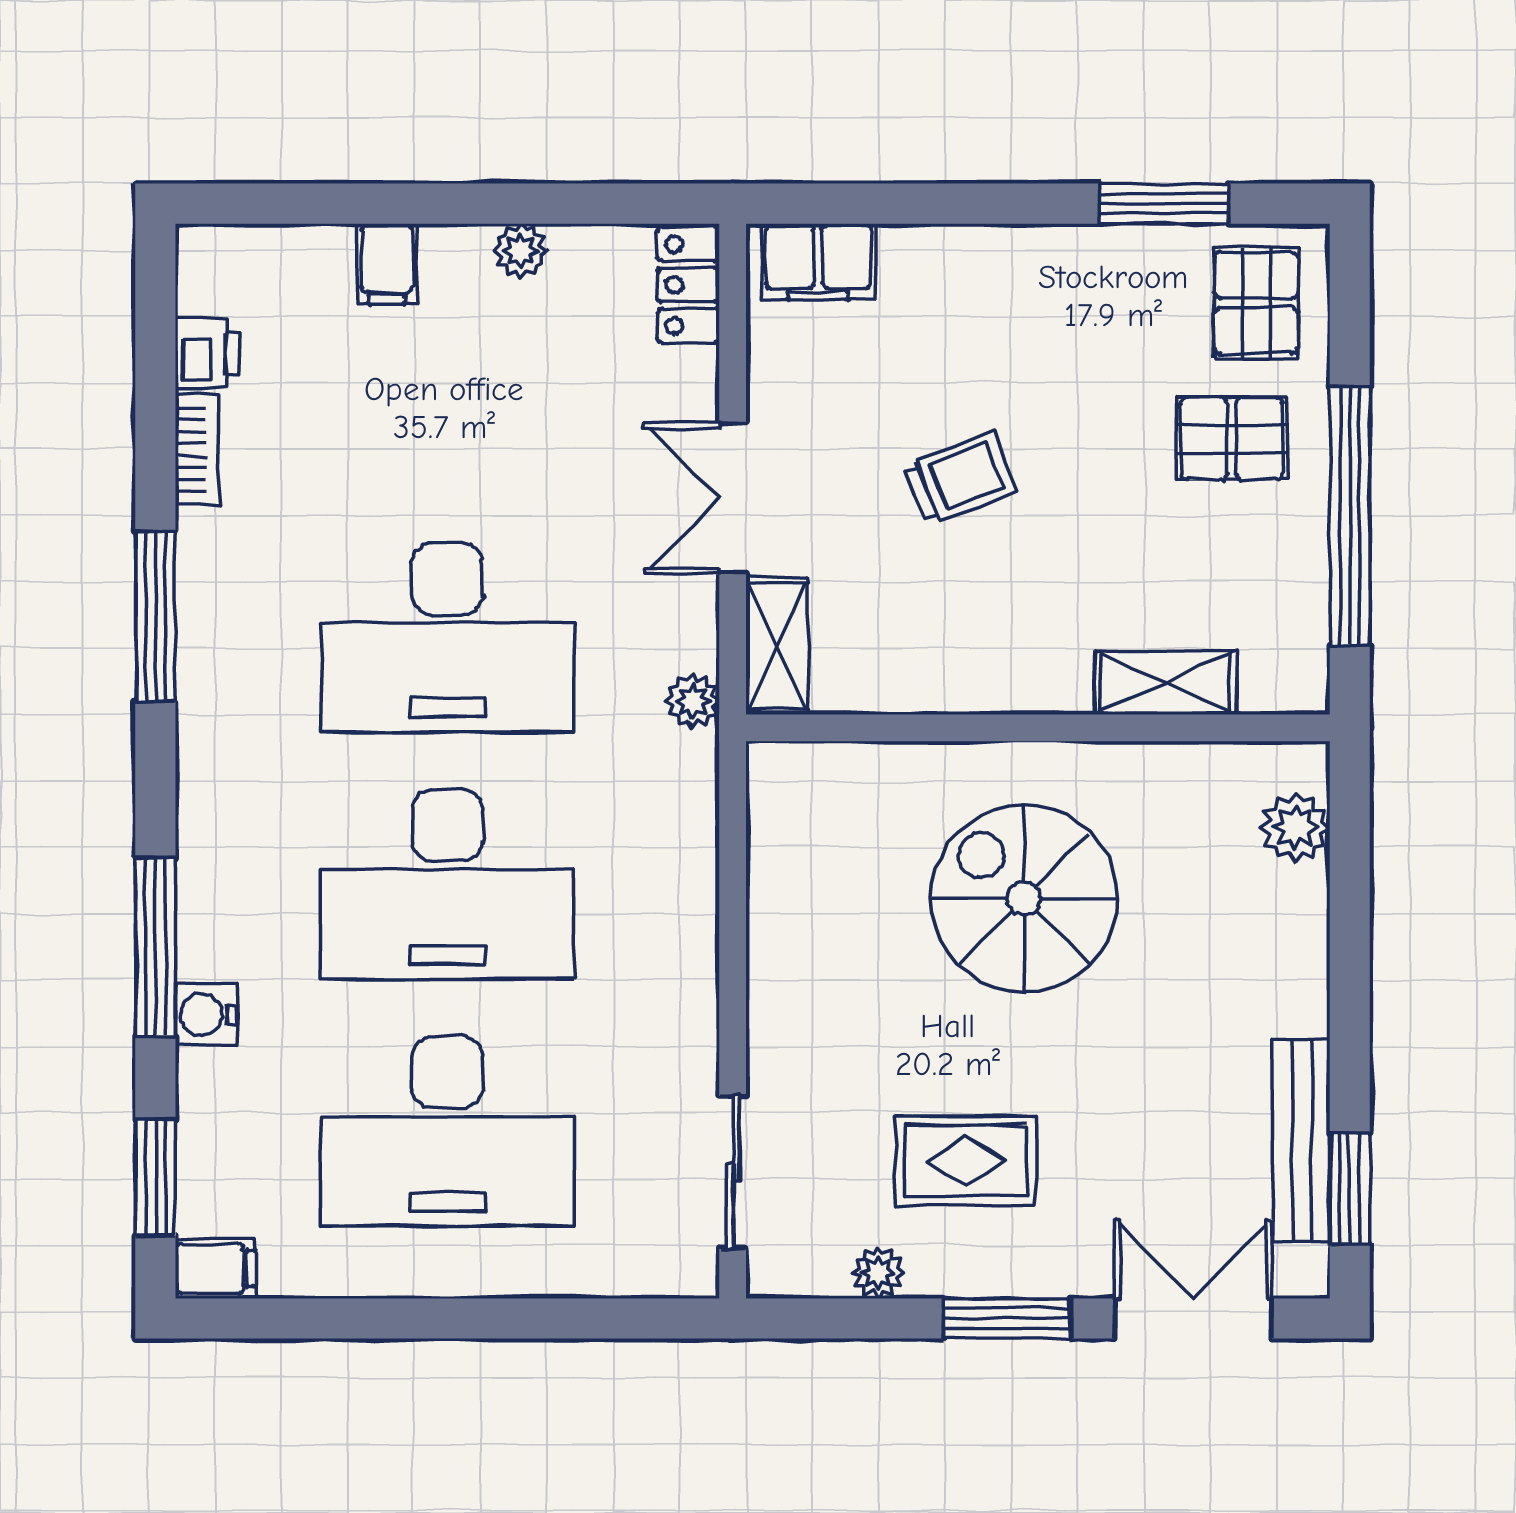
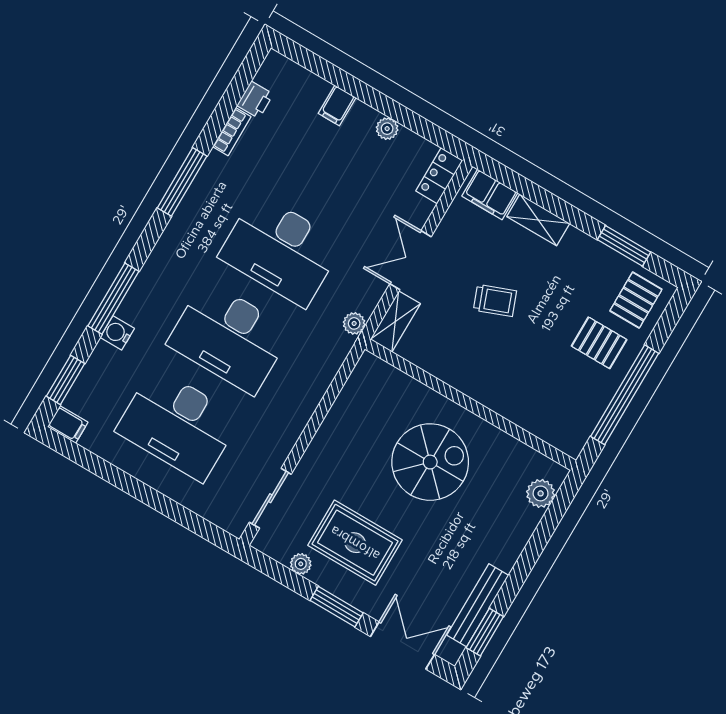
shelving: (1165, 683) -> (538, 220), moved
spiral stairs: (1024, 898) -> (430, 462), turned 90
rug: (966, 1161) -> (355, 543), width x1.36, depth x1.43

